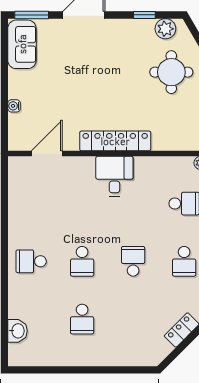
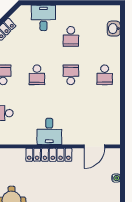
school desk: (31, 261) -> (105, 75), turned 90
school desk: (82, 319) -> (71, 36), turned 180
desk: (123, 347) -> (43, 18), added

